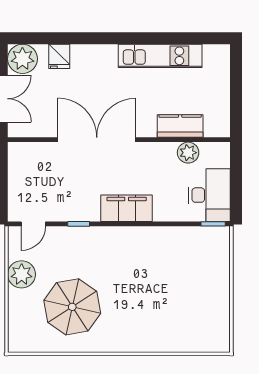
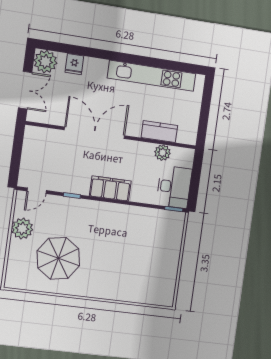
kitchen unit: (160, 56) -> (152, 76), width x1.36

